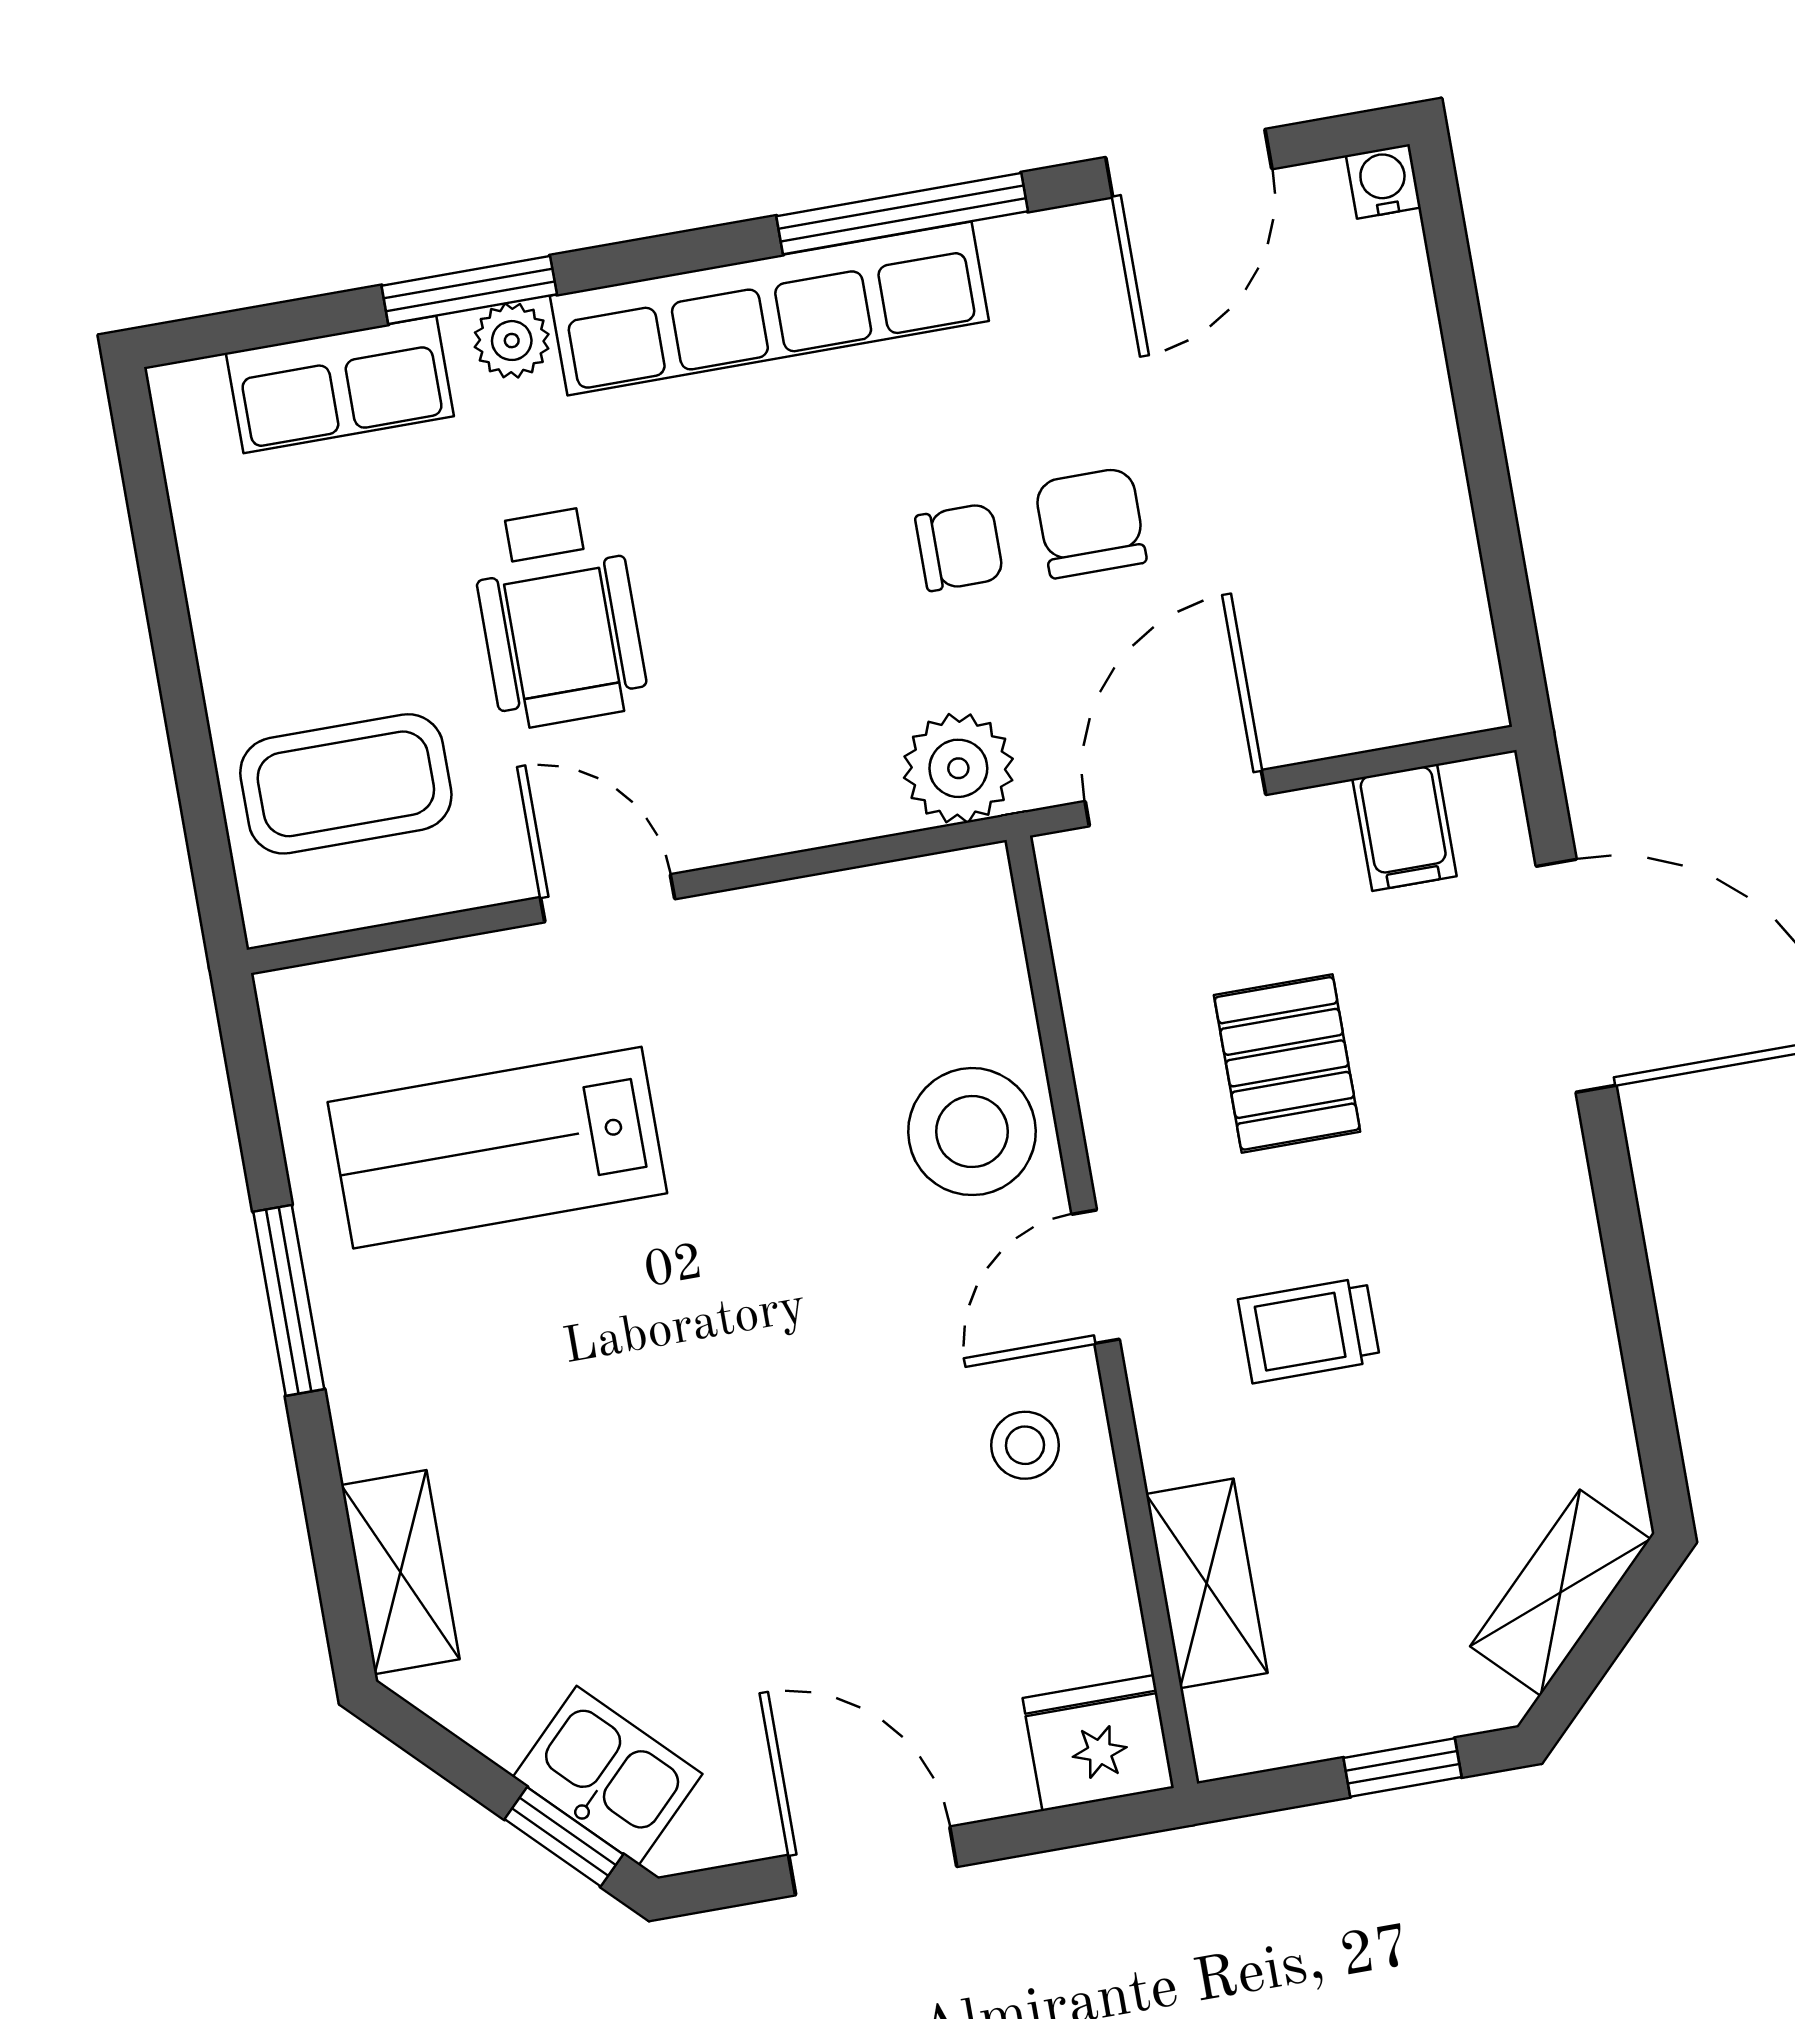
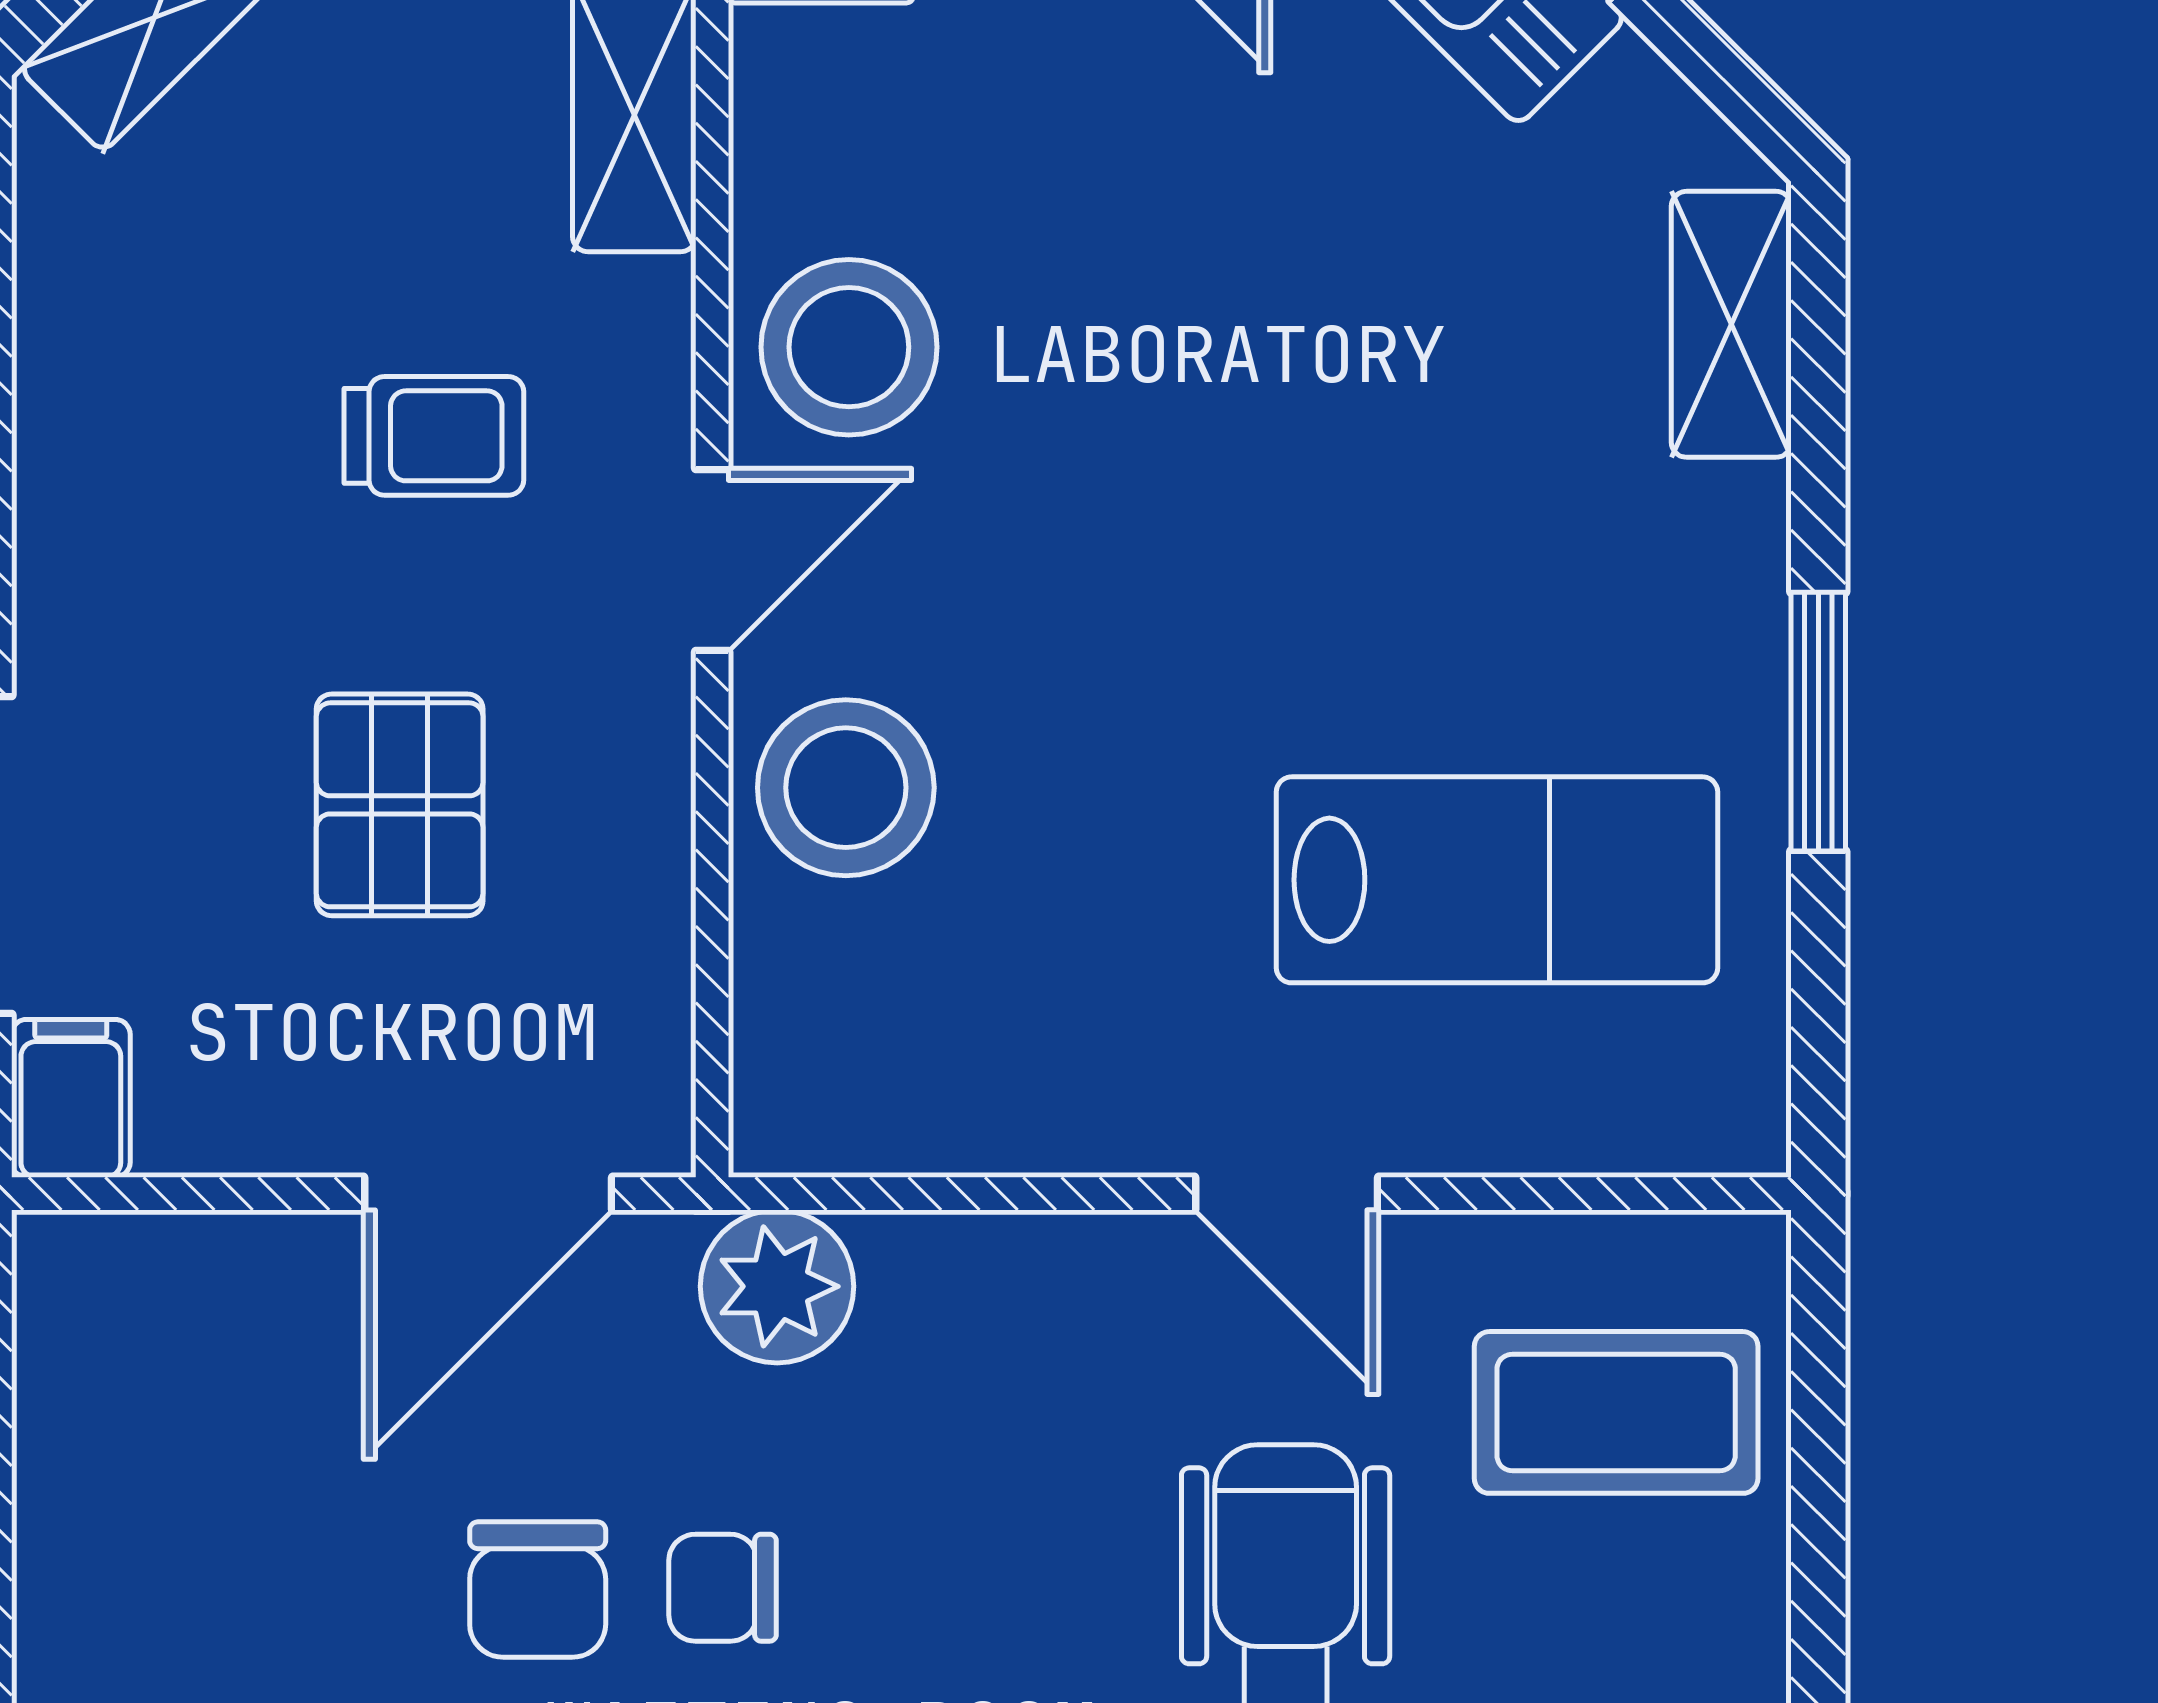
filing cabinet: (1405, 828) -> (71, 1098), moved
stool: (1025, 1445) -> (849, 347), width x1.89, depth x1.89

